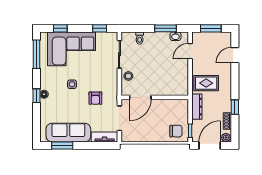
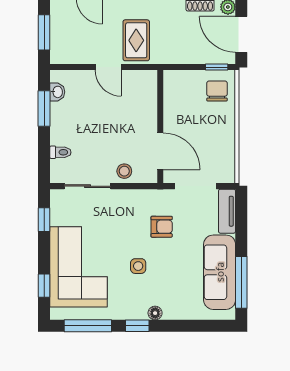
door: (190, 51) -> (108, 67), moved
window: (37, 96) -> (137, 326), moved
dresser: (197, 107) -> (176, 56), removed
window: (62, 145) -> (241, 282), width x1.44

